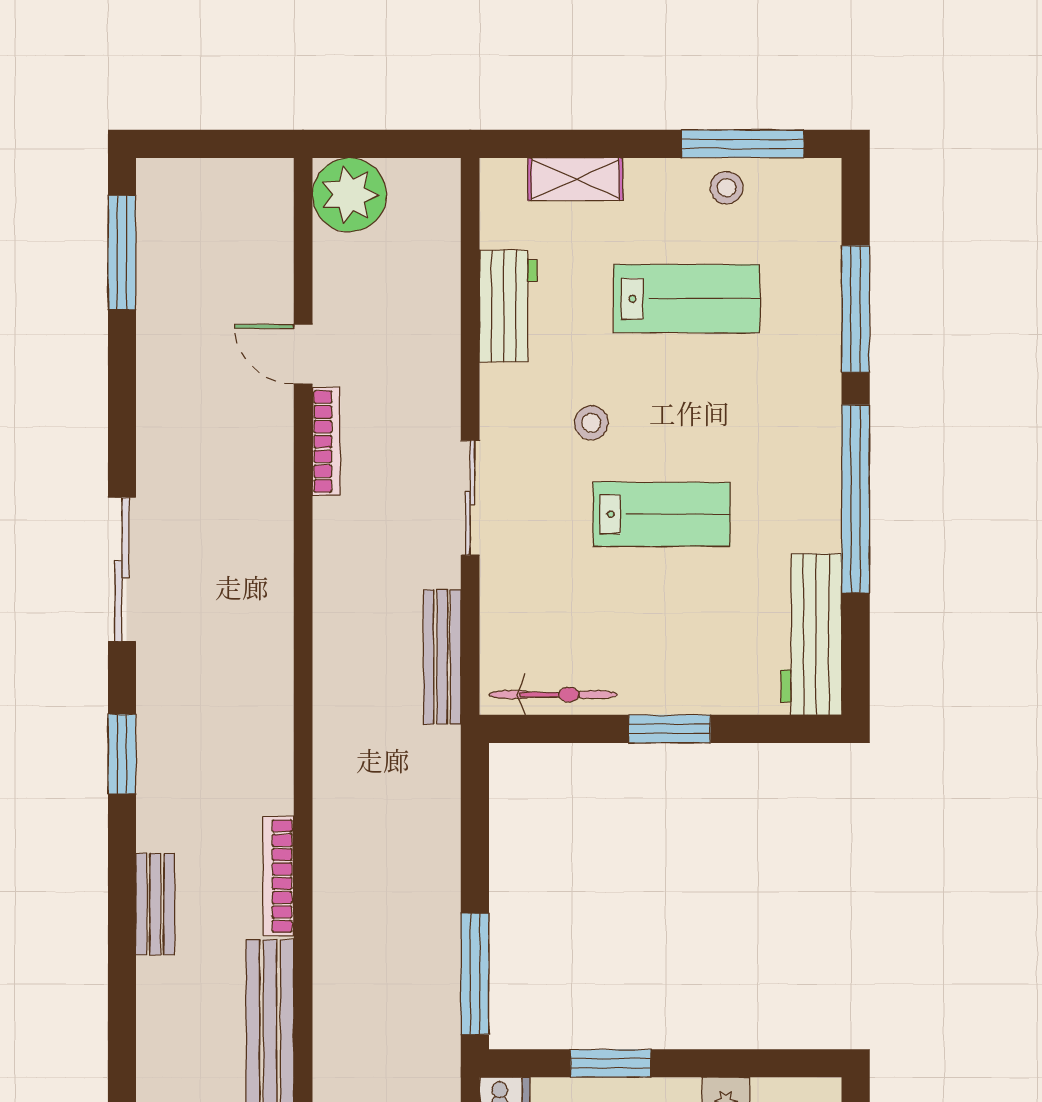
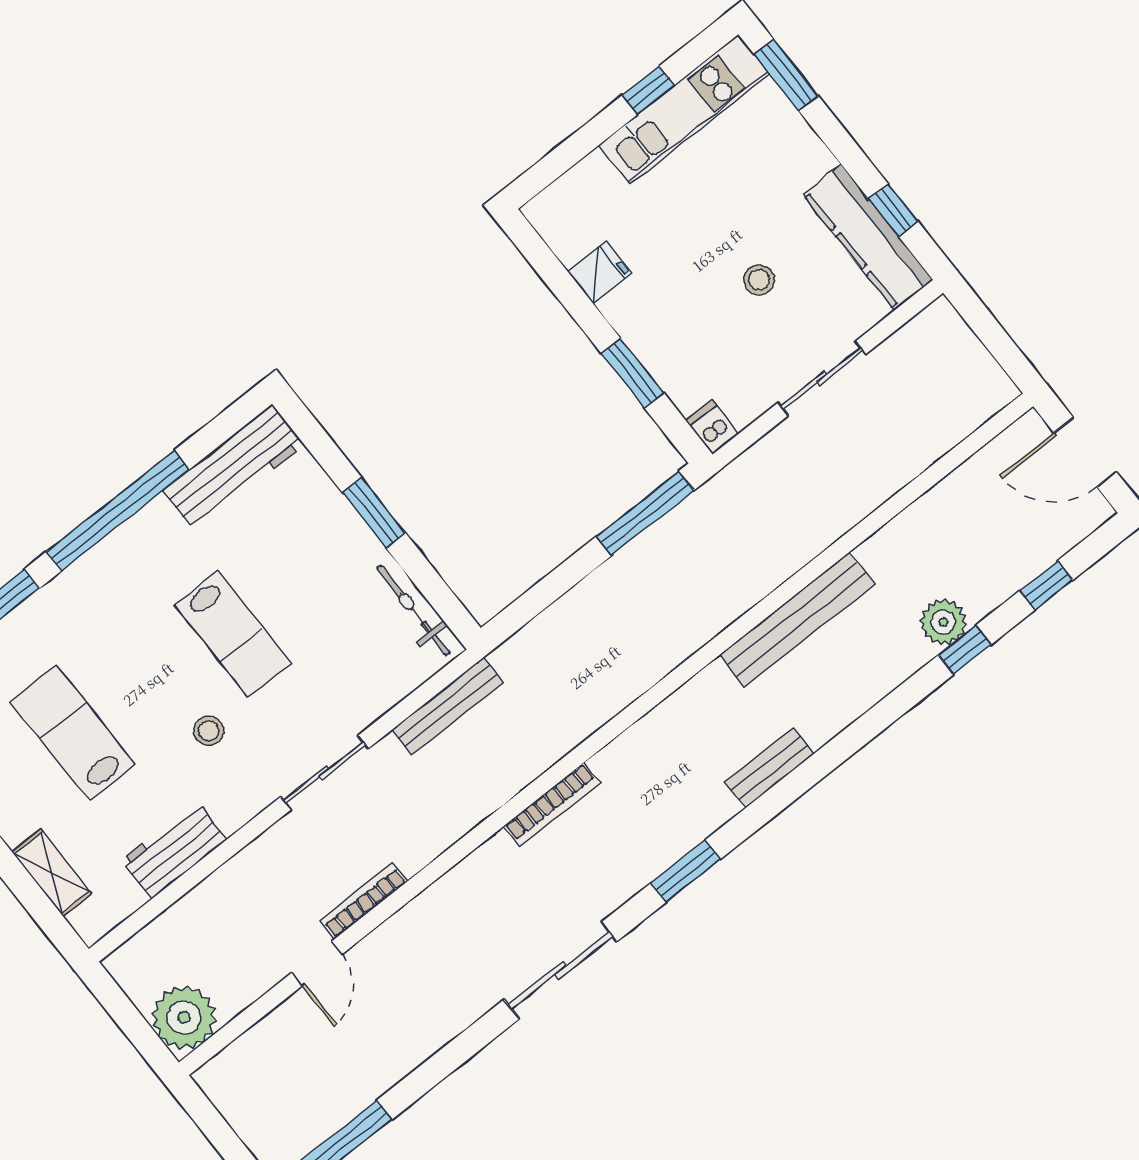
lab bench: (661, 514) -> (233, 634), turned 180
bookcase: (278, 876) -> (552, 804), moved

